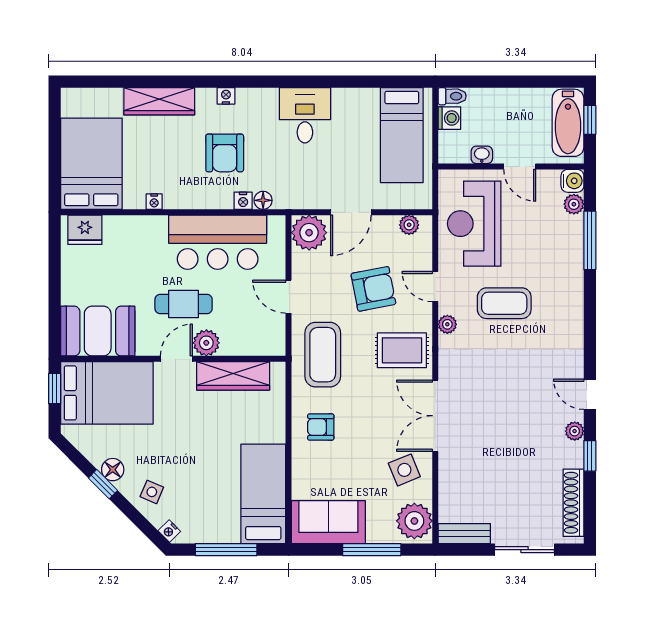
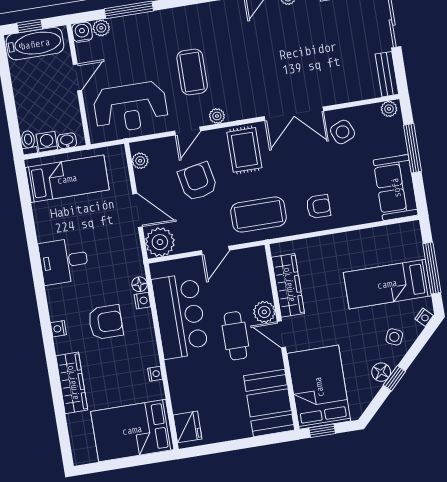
washbasin: (482, 155) -> (67, 141), moved, turned 90
armchair: (321, 427) -> (318, 207), turned -90
bed: (263, 494) -> (387, 284), moved
plant: (414, 521) -> (389, 109), width x0.53, depth x0.53

